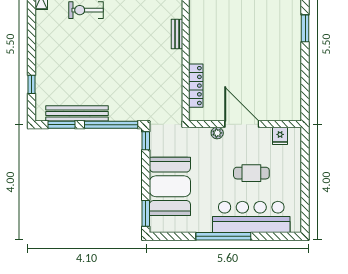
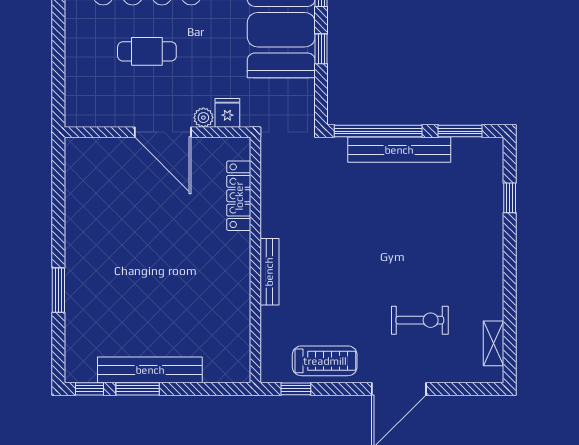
bench: (177, 34) -> (269, 272), width x1.36
bench: (77, 113) -> (399, 150), moved
fridge: (280, 136) -> (227, 113), moved
window: (146, 141) -> (321, 49), moved

